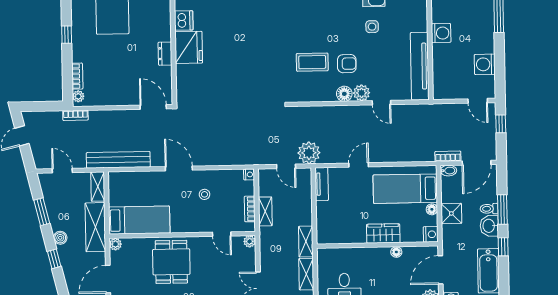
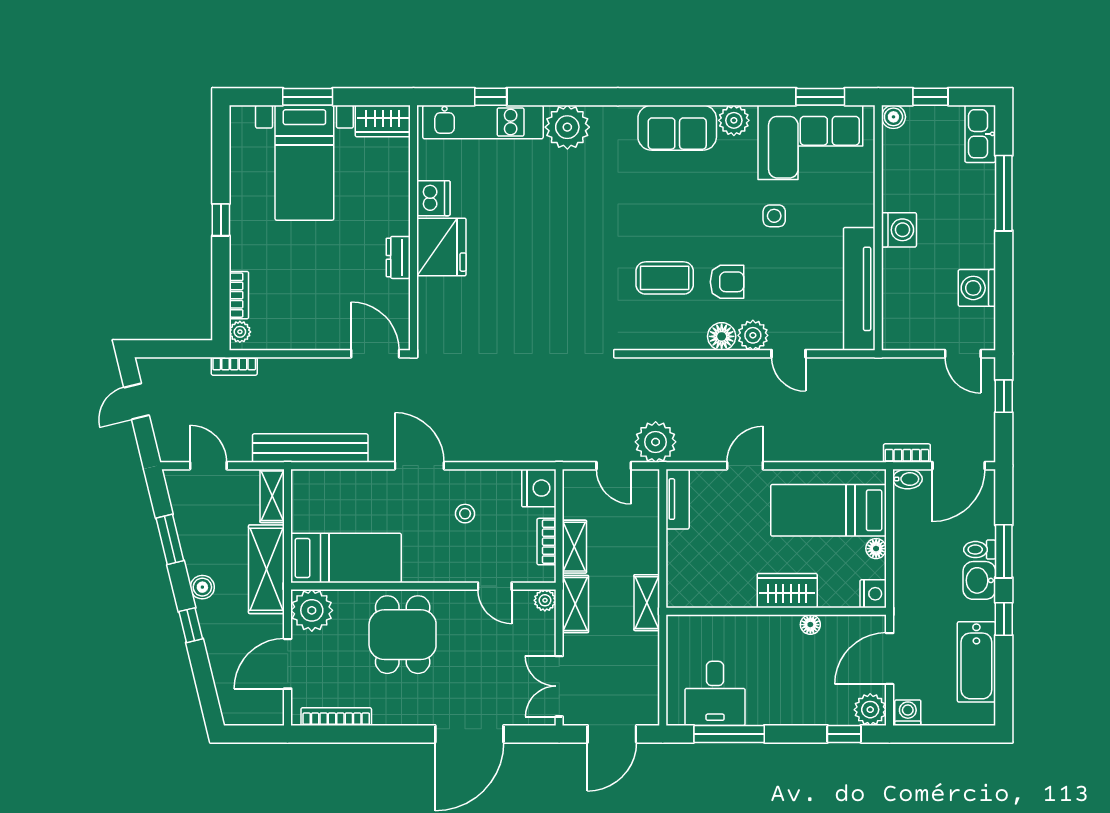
nightstand: (249, 174) -> (539, 488), width x1.89, depth x1.79
shower: (451, 213) -> (911, 557), removed
plant: (115, 244) -> (312, 610), width x1.88, depth x1.88
shelving: (306, 274) -> (575, 604), moved

